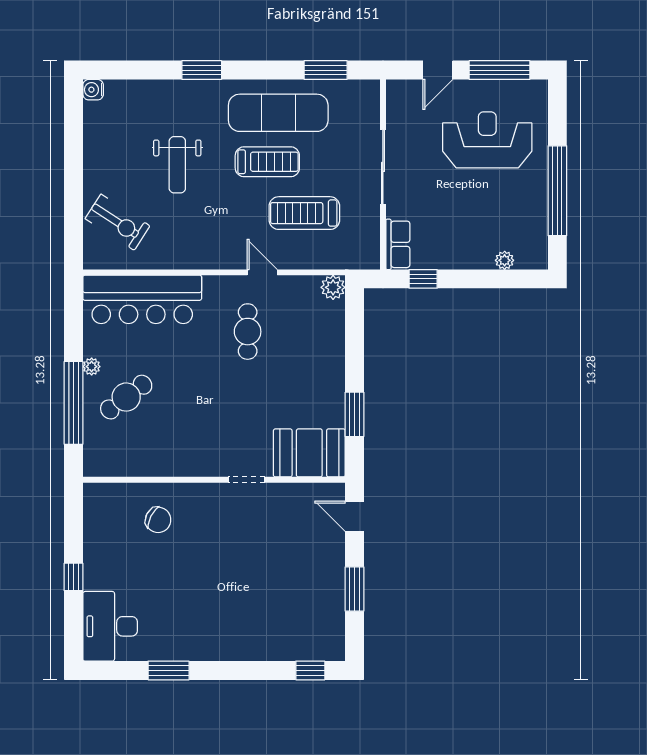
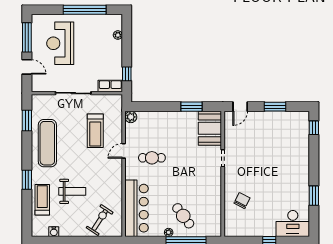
water cooler: (93, 90) -> (54, 232), moved
treadmill: (267, 162) -> (42, 200), moved

